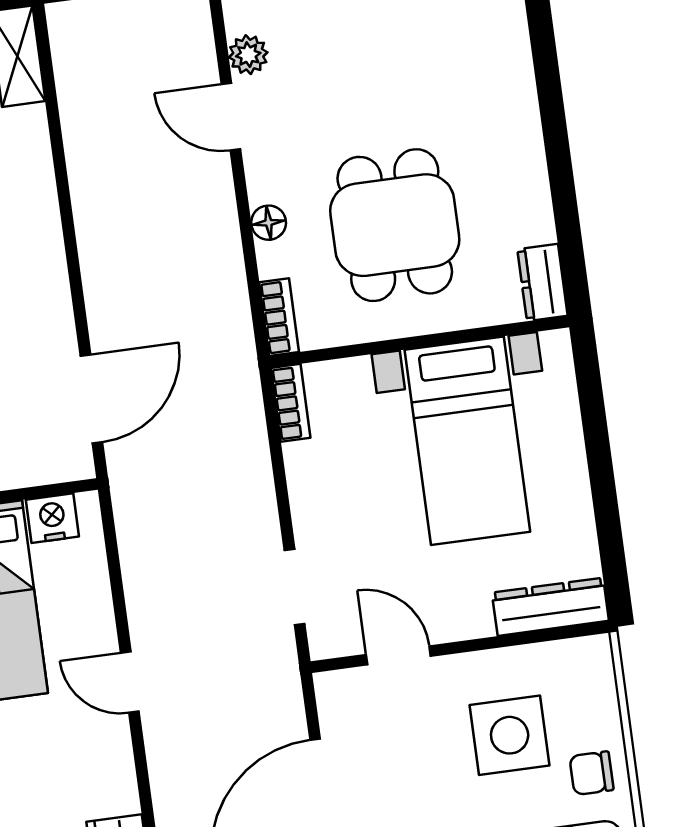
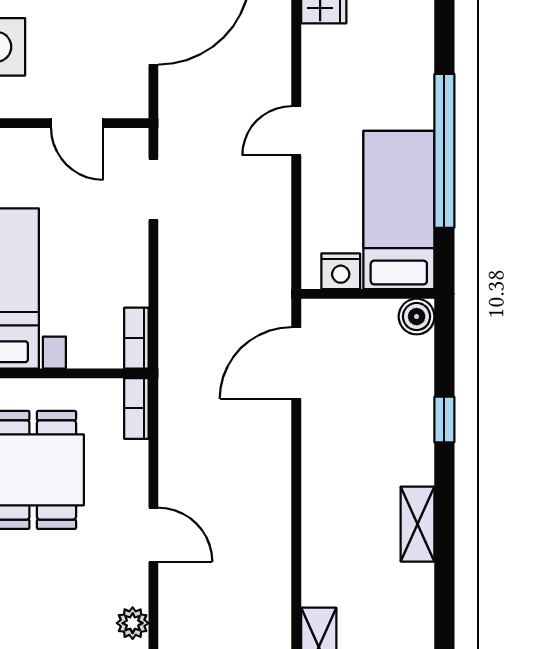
door: (231, 117) -> (153, 535), moved
floor lamp: (269, 223) -> (134, 486), removed
door: (130, 682) -> (296, 131), swing flipped

